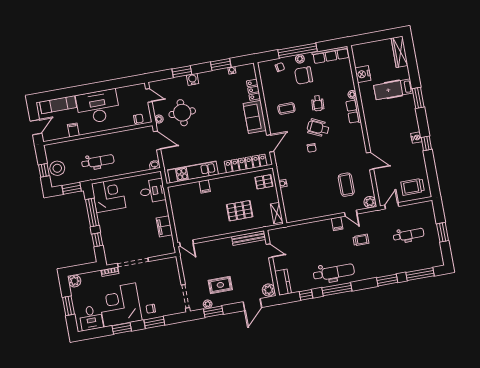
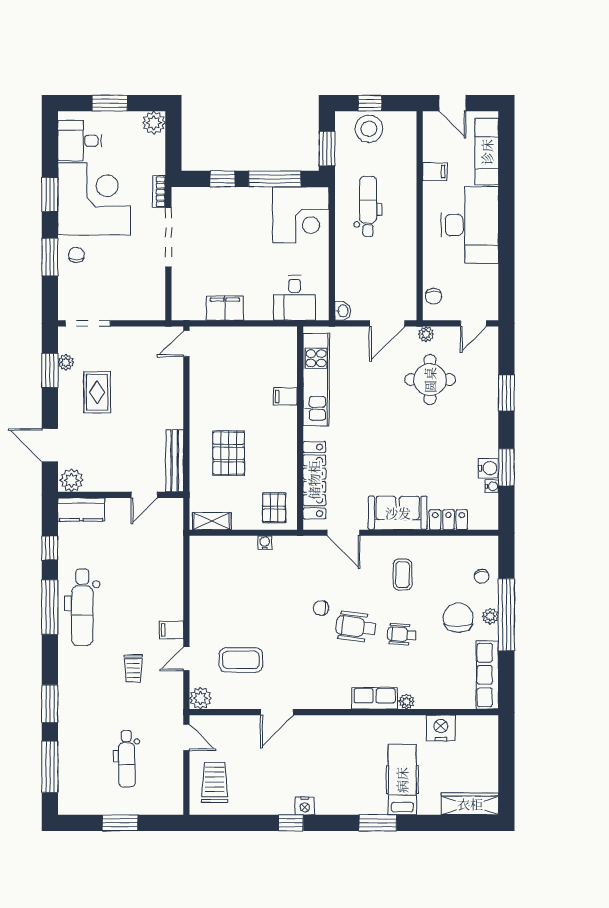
water cooler: (193, 79) -> (488, 468), moved
wheelchair: (318, 128) -> (356, 627), turned -108
dental chair: (98, 161) -> (368, 206), turned 180

